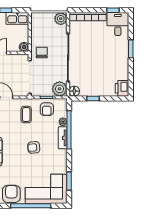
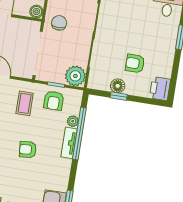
armchair: (101, 73) -> (135, 63), added
floor lamp: (74, 91) -> (118, 86), moved

